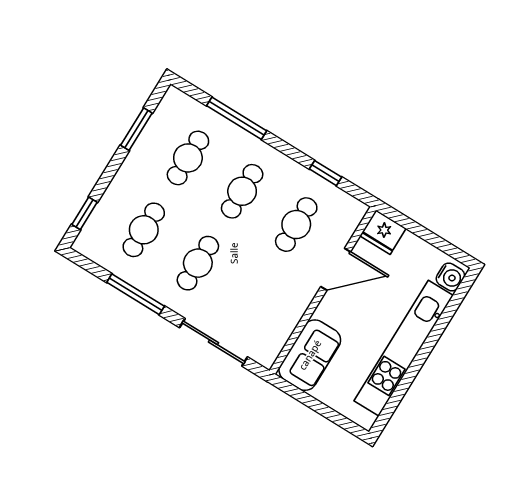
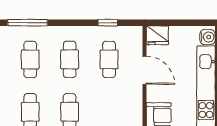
window: (237, 118) -> (28, 23), moved
door: (336, 269) -> (144, 70), hinge flipped

